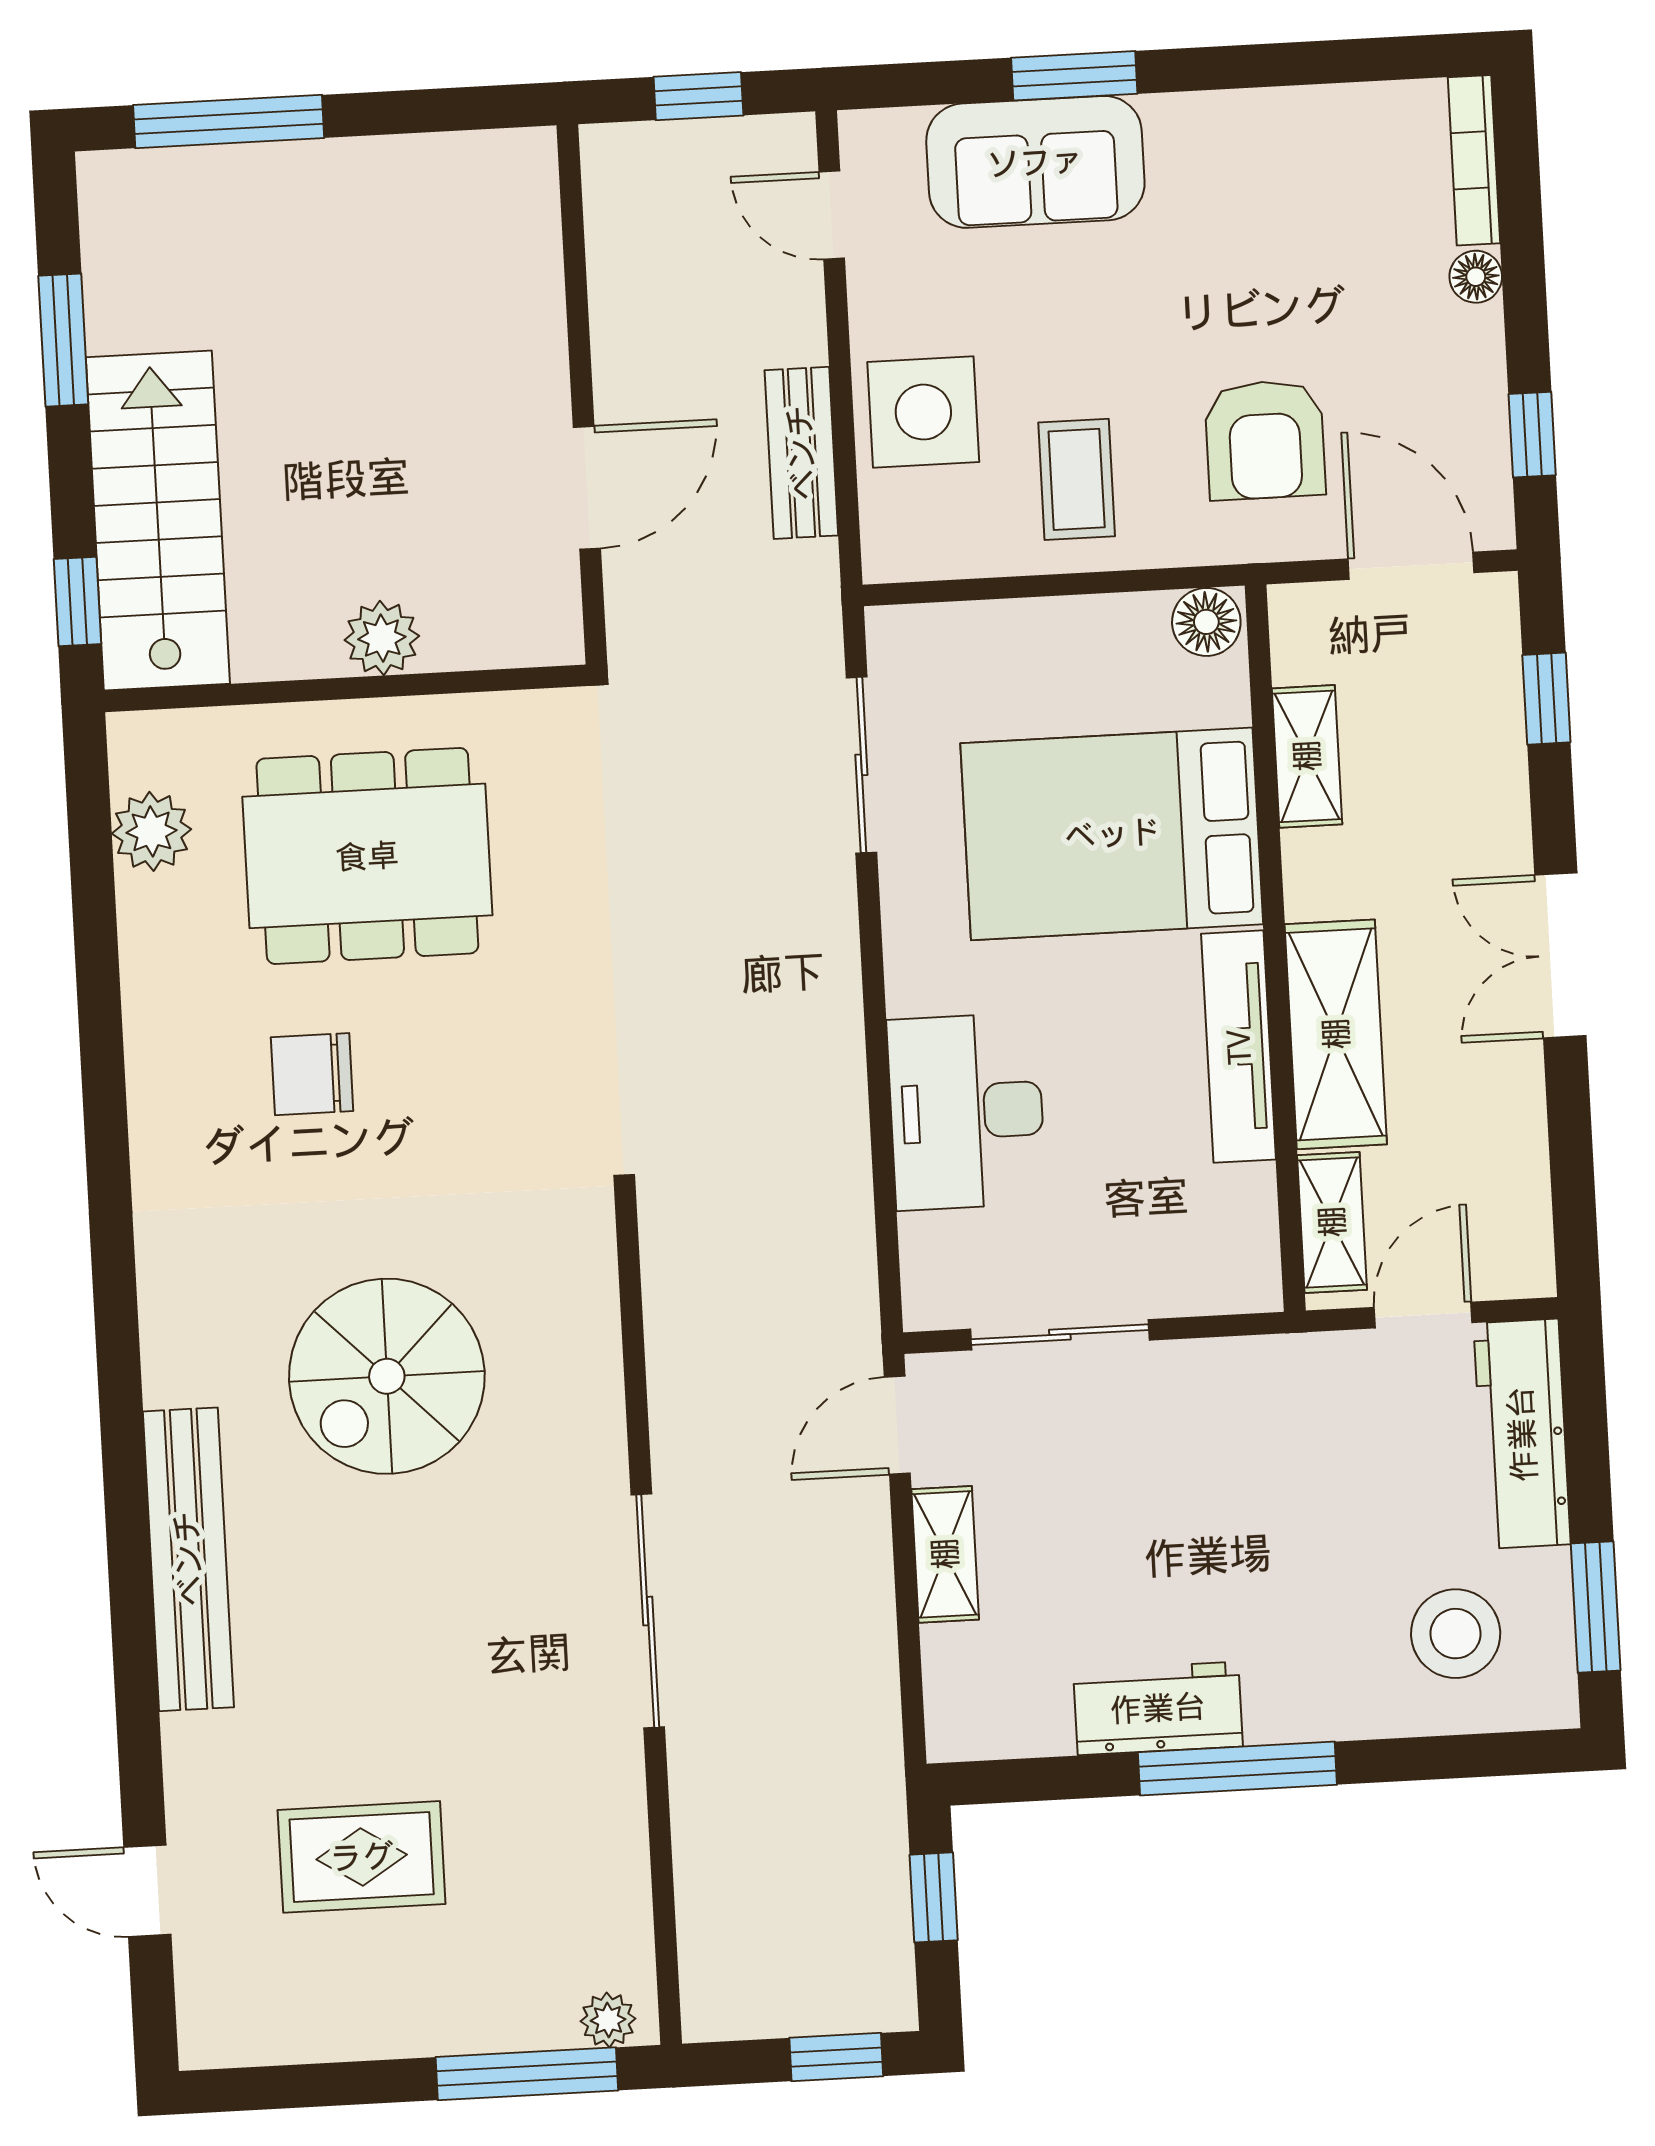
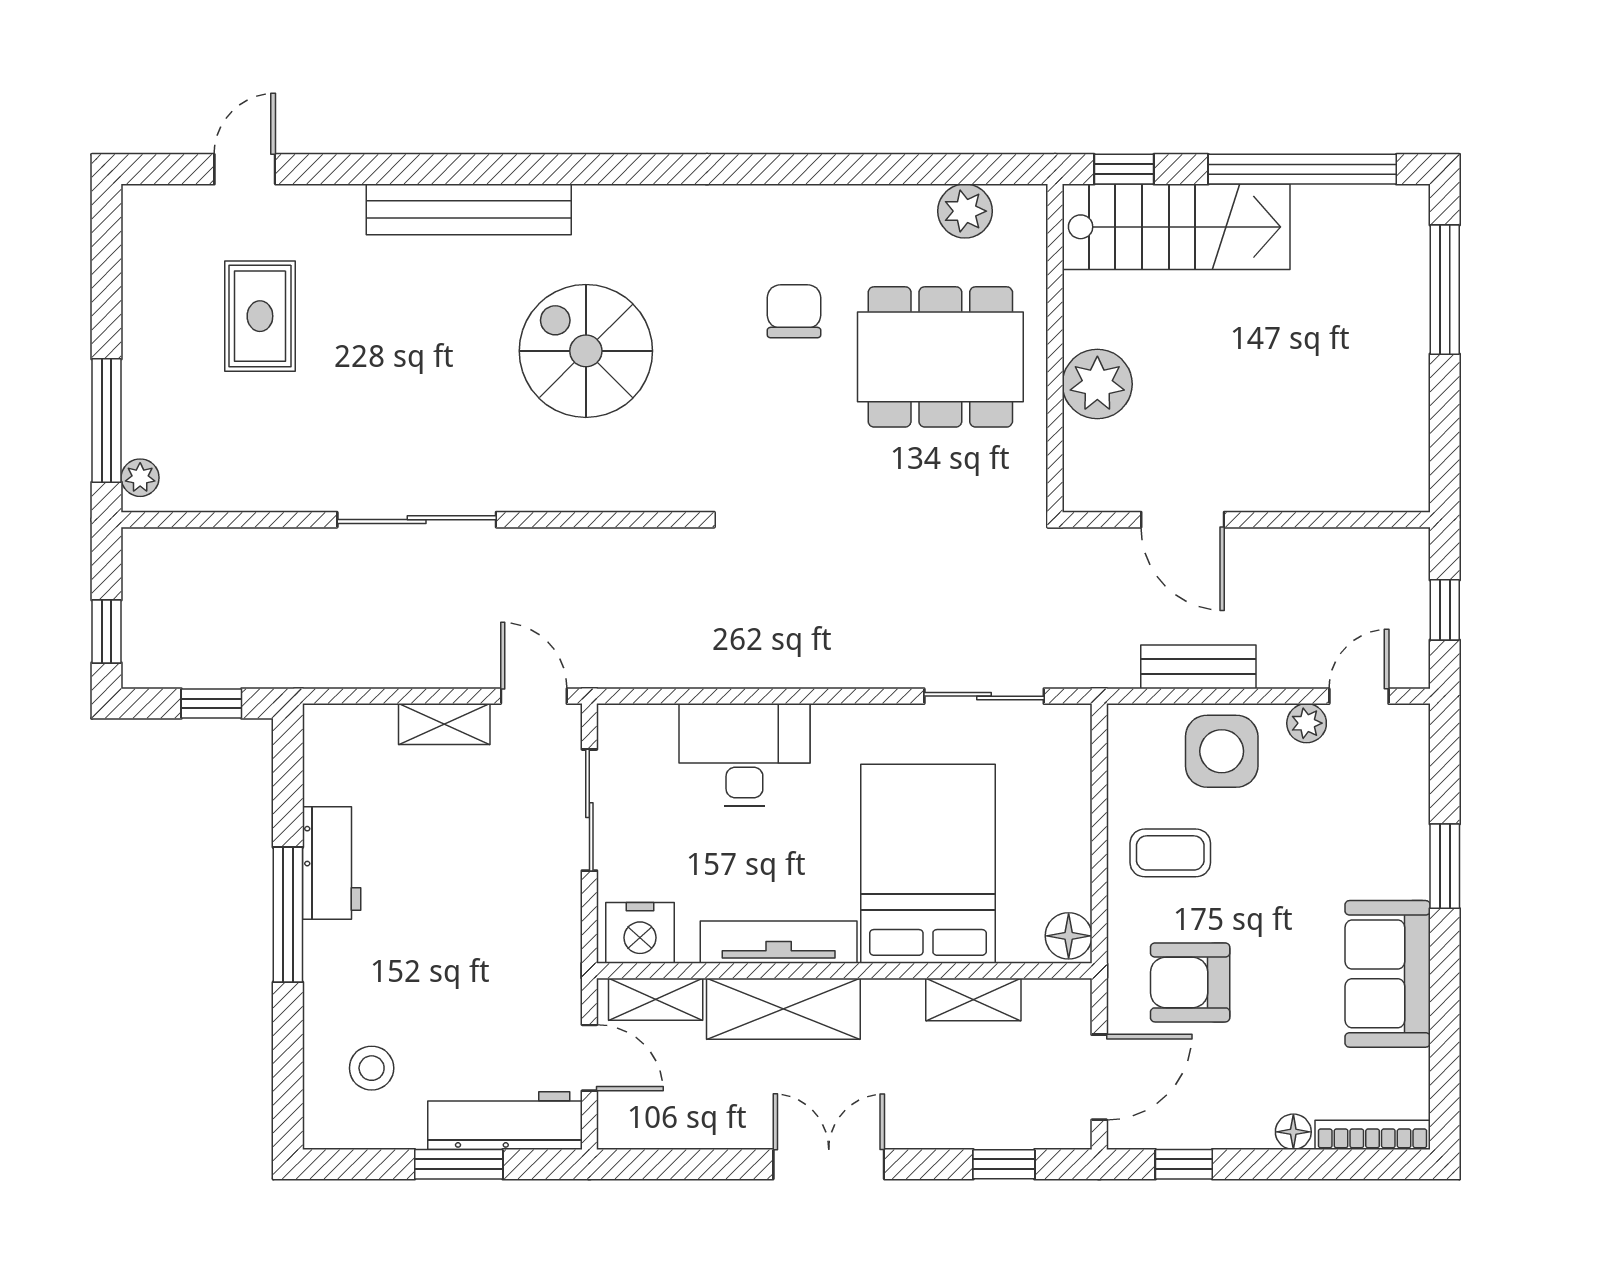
sofa: (1035, 162) -> (1388, 974), moved
plant: (875, 290) -> (1307, 723), added
window: (63, 340) -> (1302, 169), width x2.11
plant: (382, 638) -> (1097, 384), width x1.36, depth x1.36
dining table: (367, 856) -> (940, 357), turned 90
nightstand: (1236, 1251) -> (640, 933), added
window: (1596, 1607) -> (459, 1164), moved
stool: (1456, 1634) -> (372, 1068), width x0.73, depth x0.73

